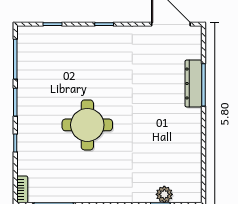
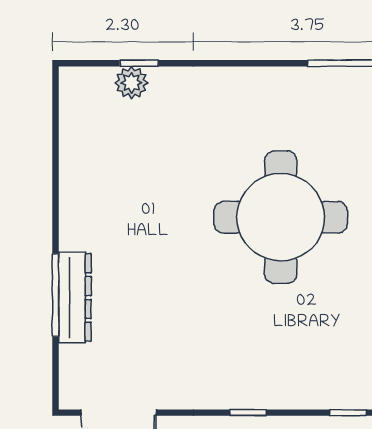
round table: (87, 125) -> (281, 217), width x1.36, depth x1.36

